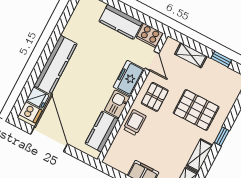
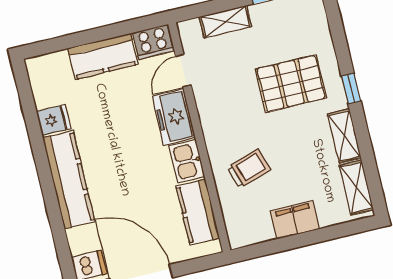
door: (152, 61) -> (183, 71), swing flipped
pallet: (155, 97) -> (226, 112), removed
fridge: (38, 98) -> (54, 120), moved
trolley: (135, 123) -> (249, 169), moved, turned 72

